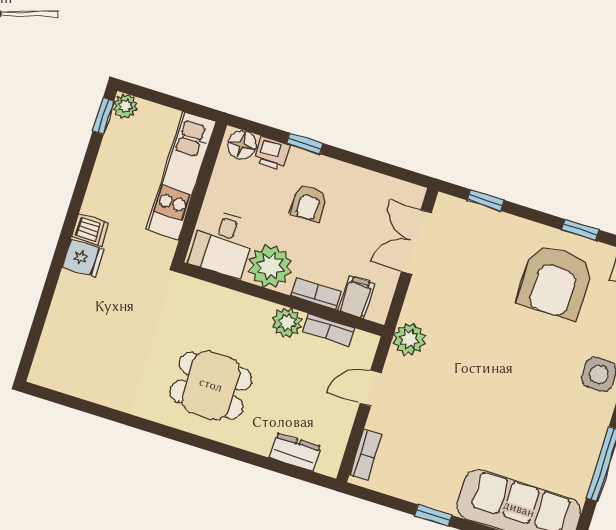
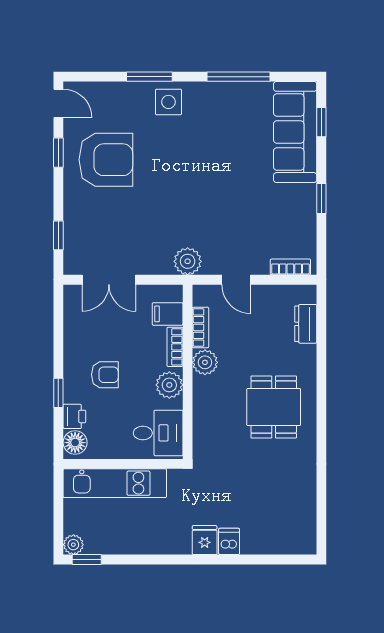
dishwasher: (90, 230) -> (229, 541), moved
plant: (270, 266) -> (169, 385), width x0.73, depth x0.73

